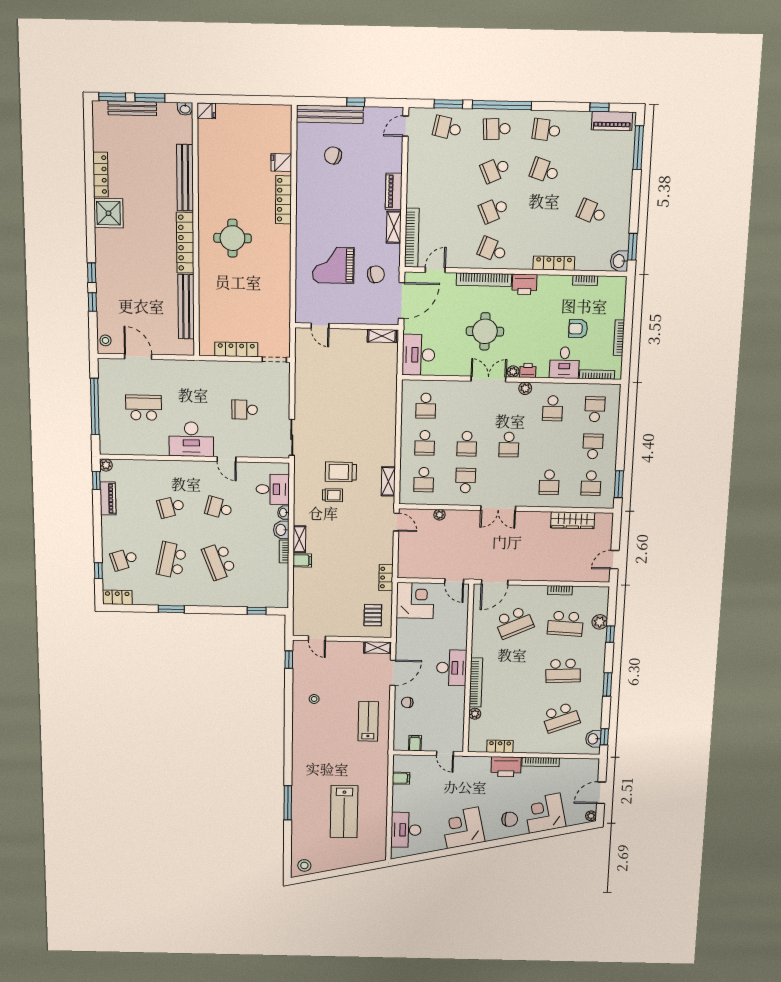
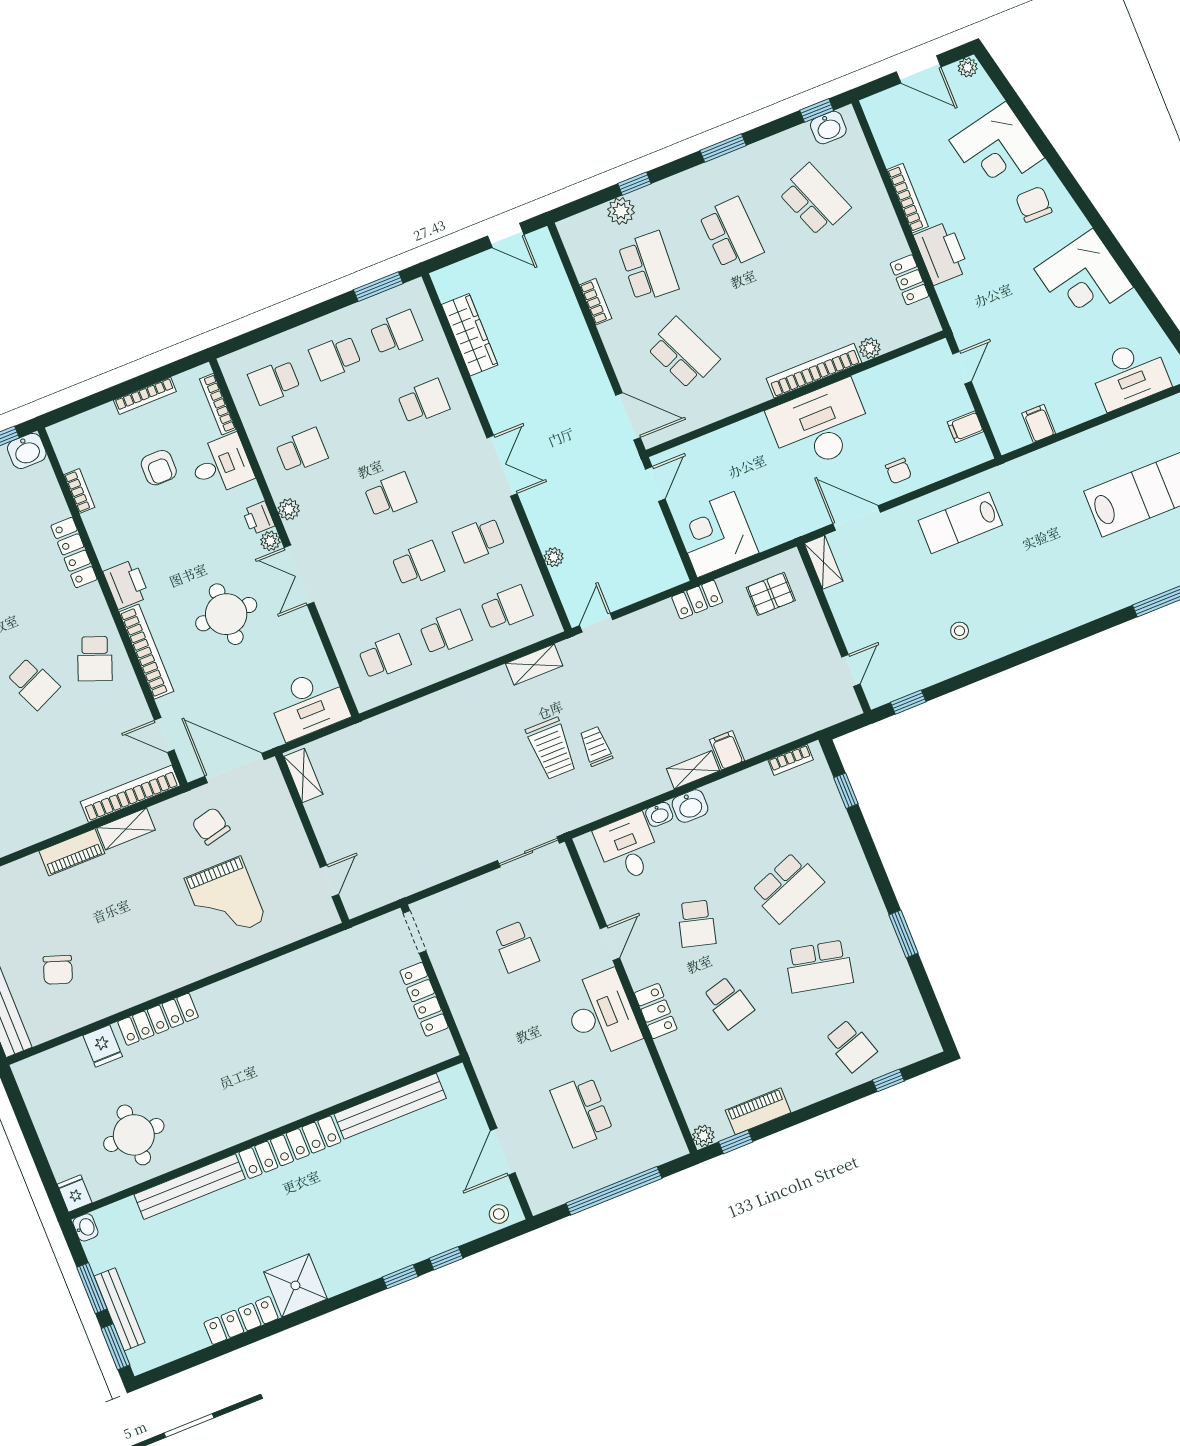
round table: (232, 238) -> (134, 1135), moved
bookcase: (284, 552) -> (791, 760), moved
locker: (117, 597) -> (656, 1011), moved, turned 180
desk: (452, 668) -> (820, 426), width x1.36, depth x1.30

